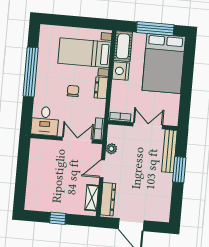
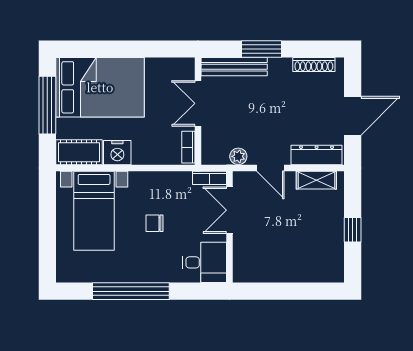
dresser: (101, 88) -> (146, 180), removed
shoe rack: (166, 203) -> (314, 65), added

